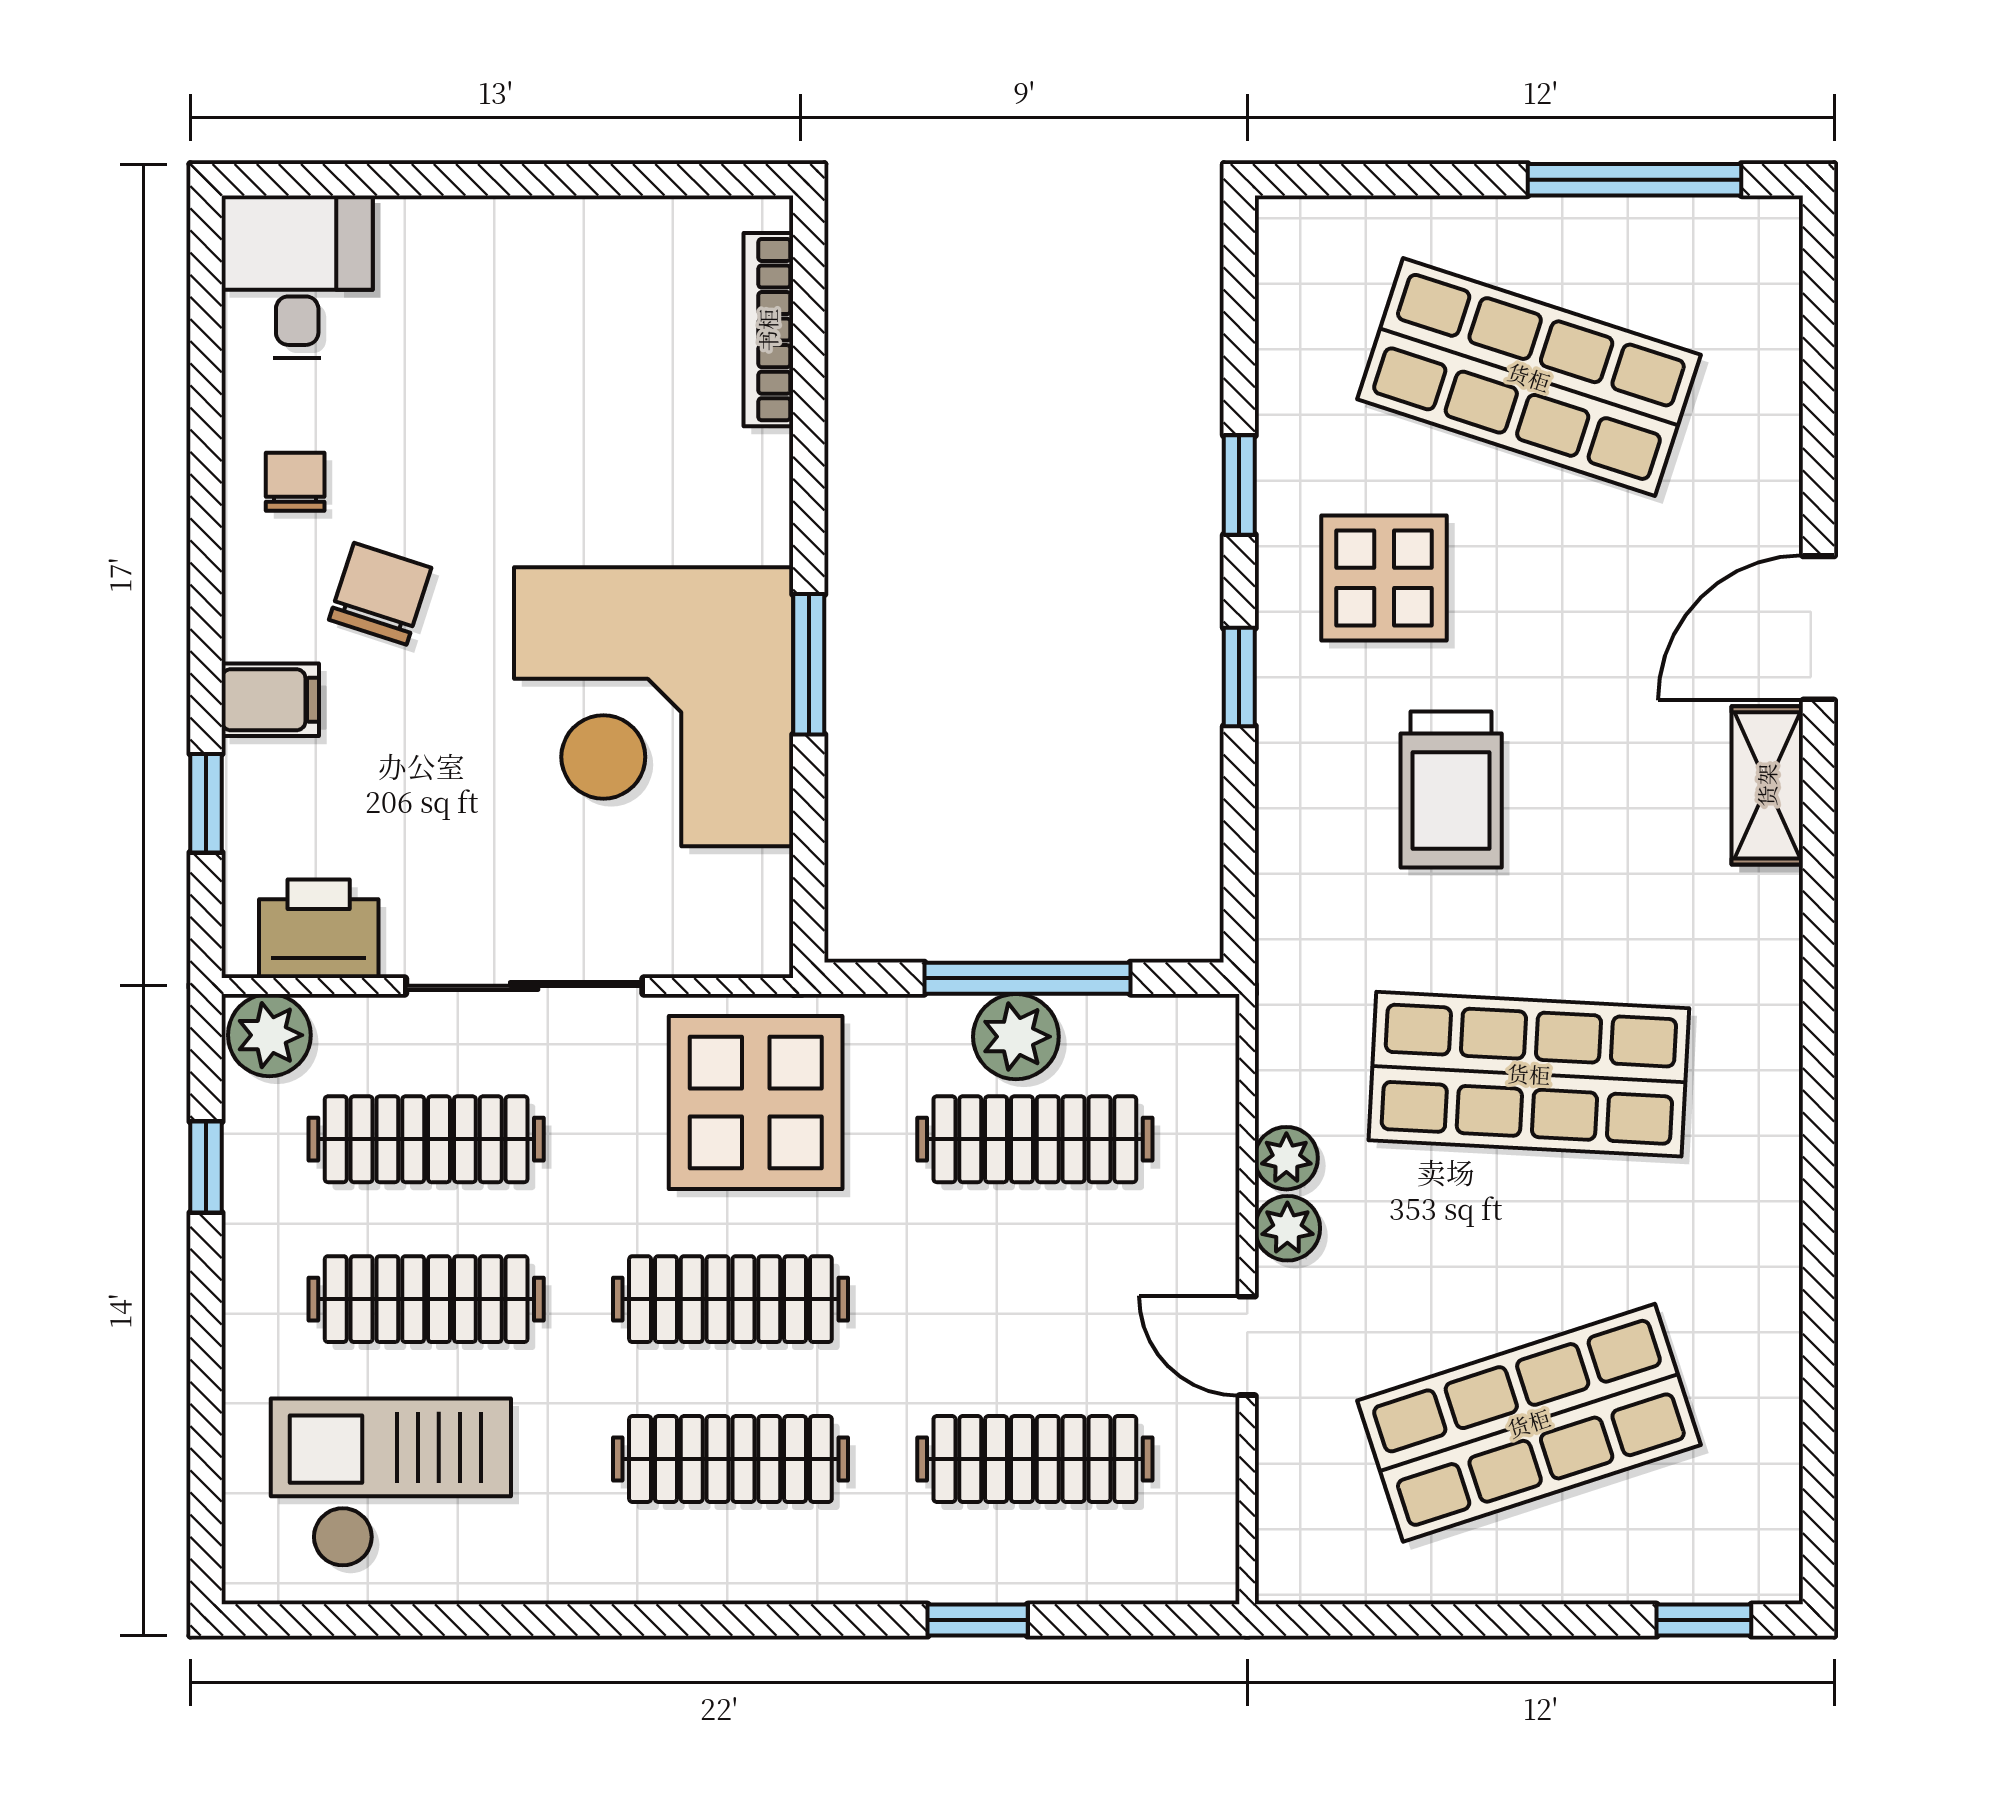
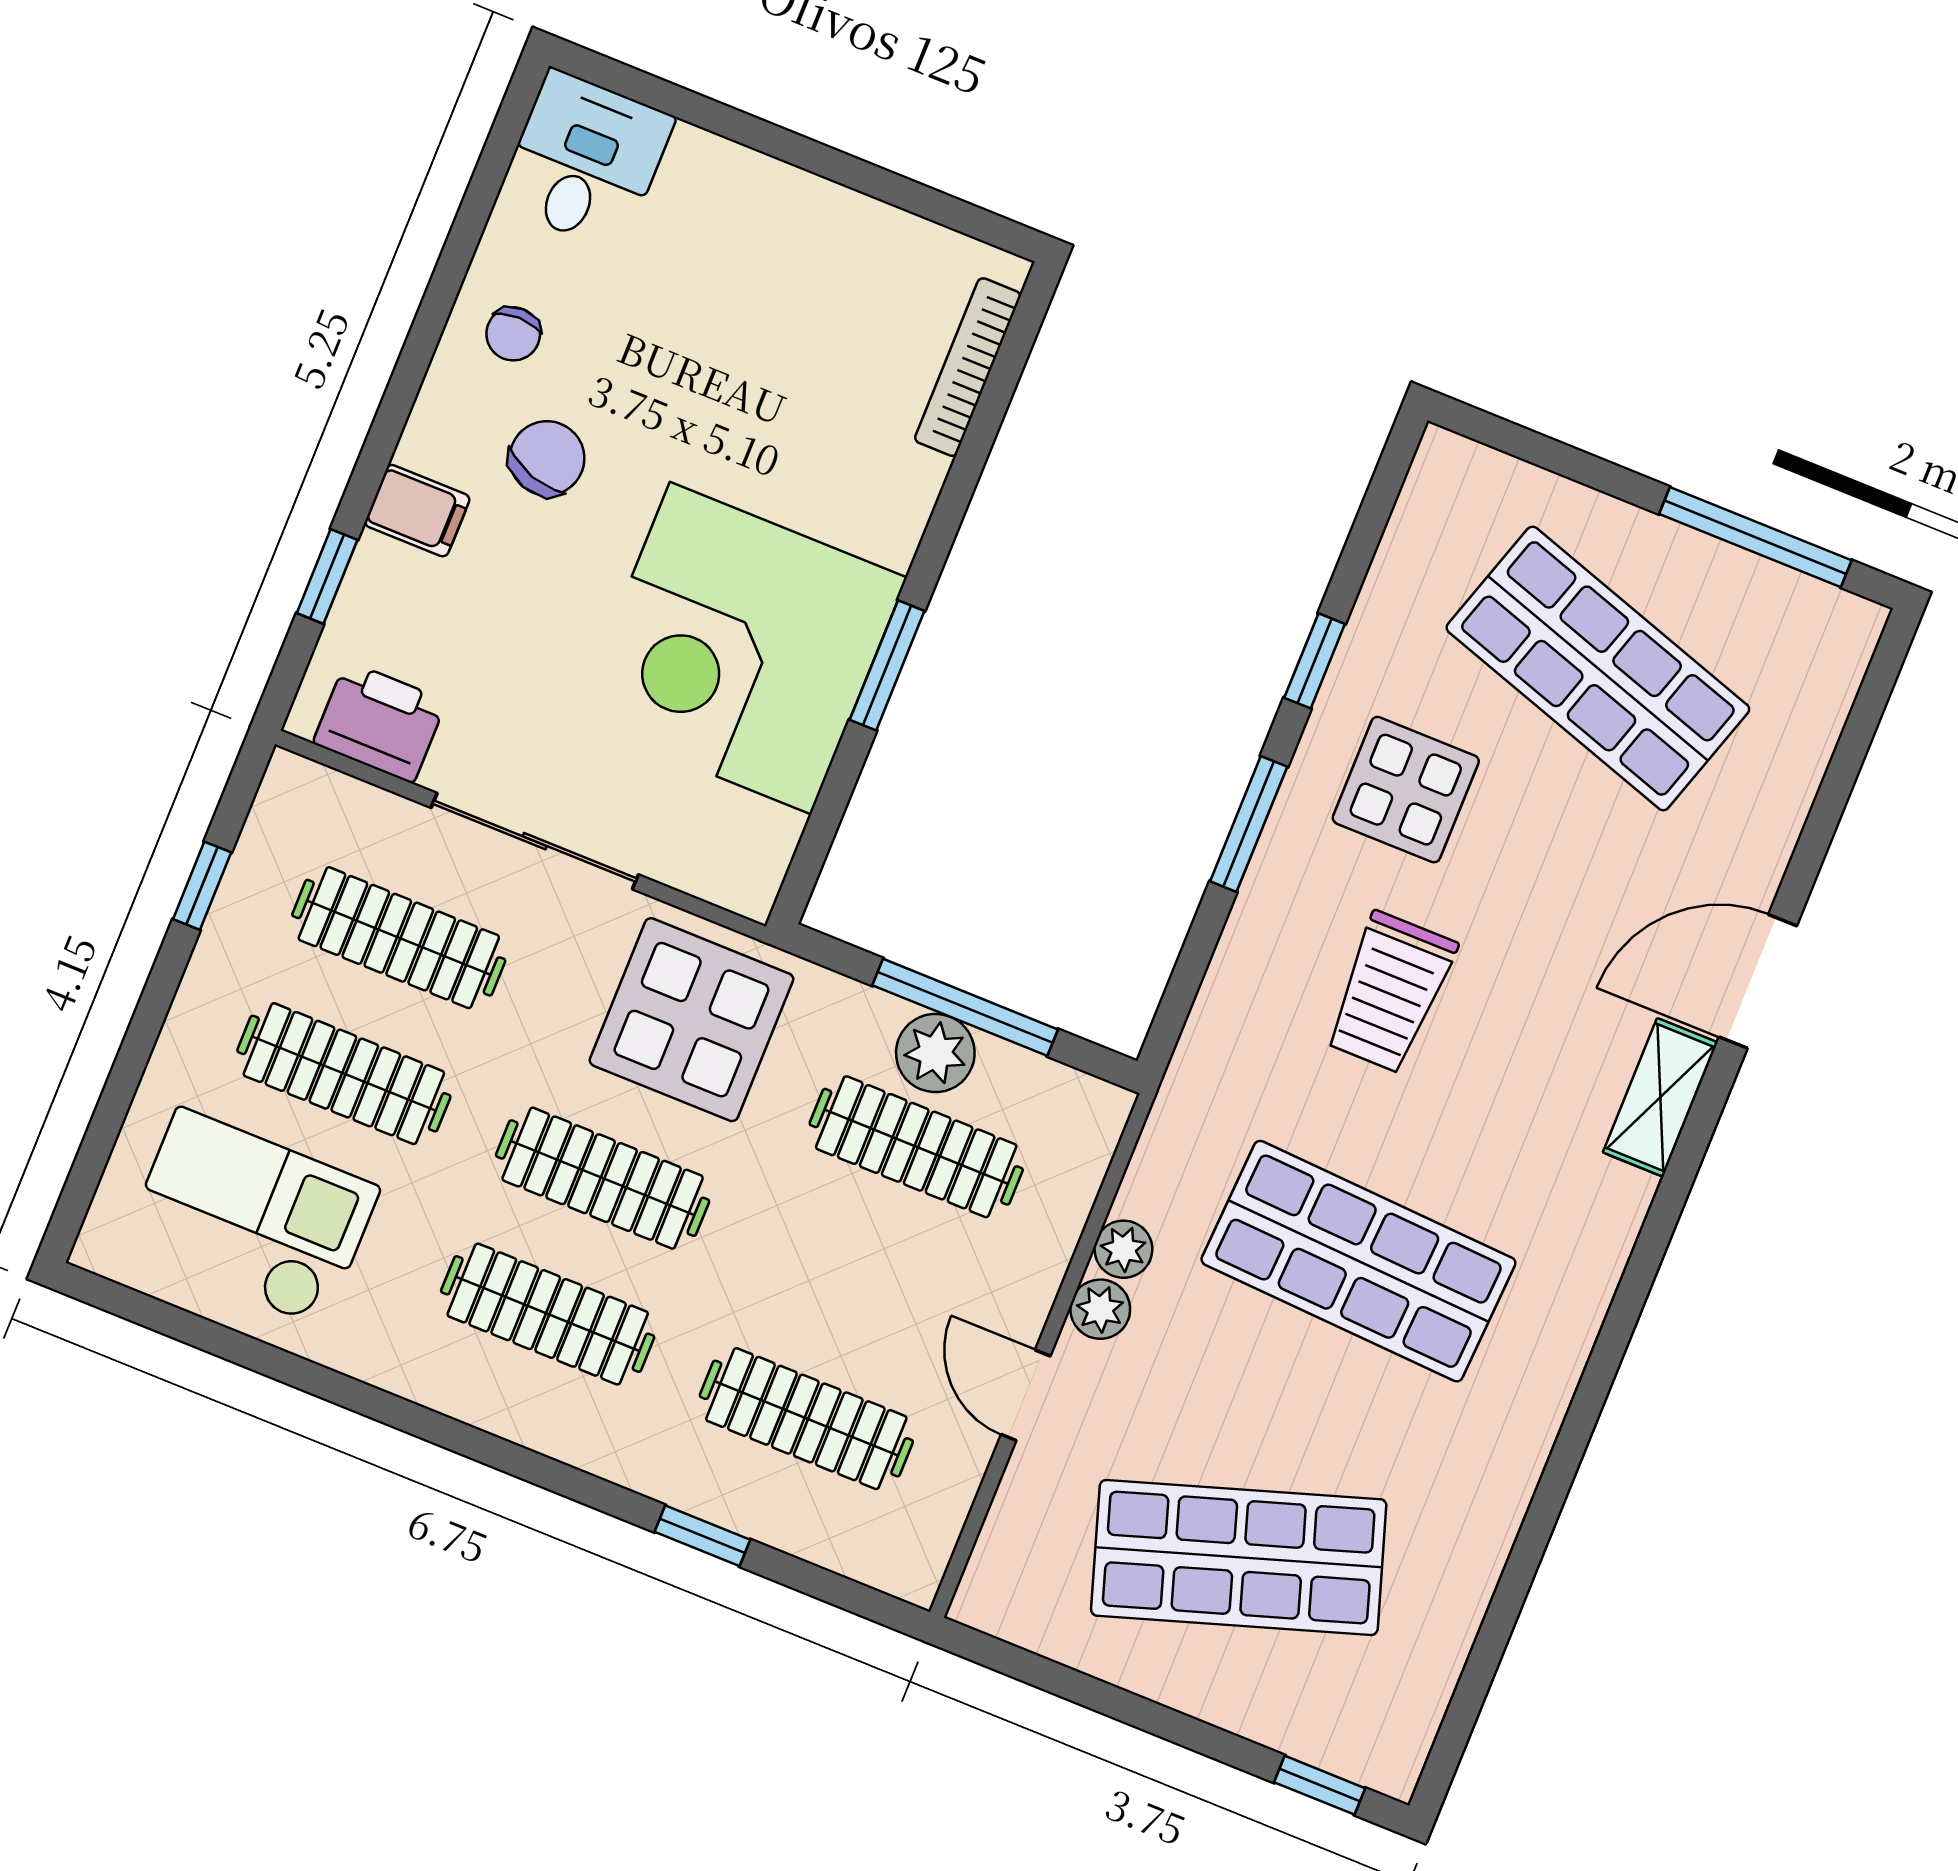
chair: (295, 482) -> (513, 334), turned 180
window: (1239, 677) -> (1249, 824), width x1.50
plant: (269, 1035) -> (301, 795), removed

